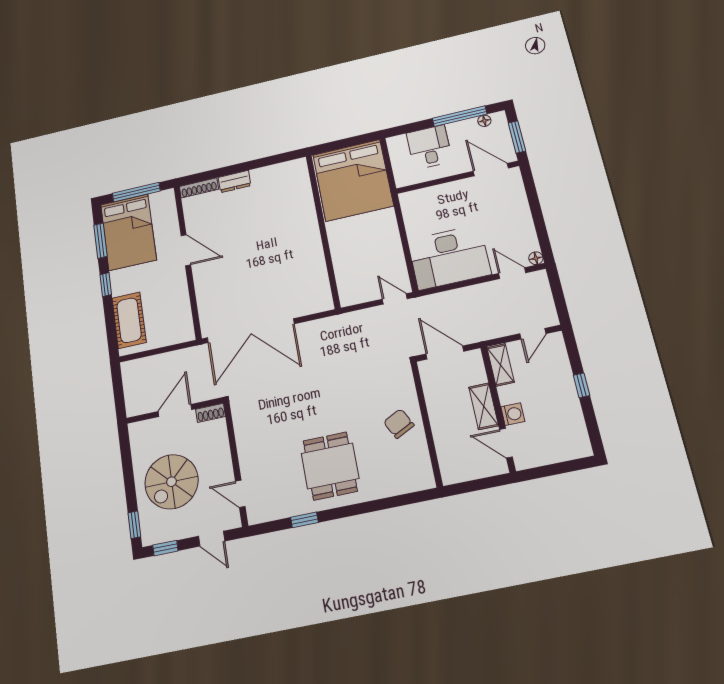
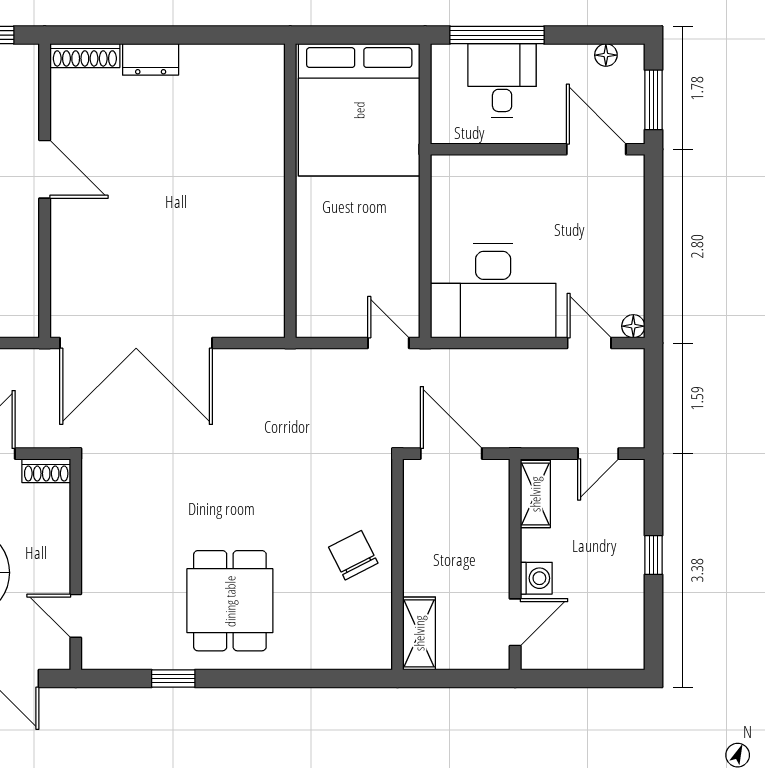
window: (460, 116) -> (497, 35), moved
shelving: (484, 406) -> (419, 633), moved
door: (506, 443) -> (515, 622), swing flipped

